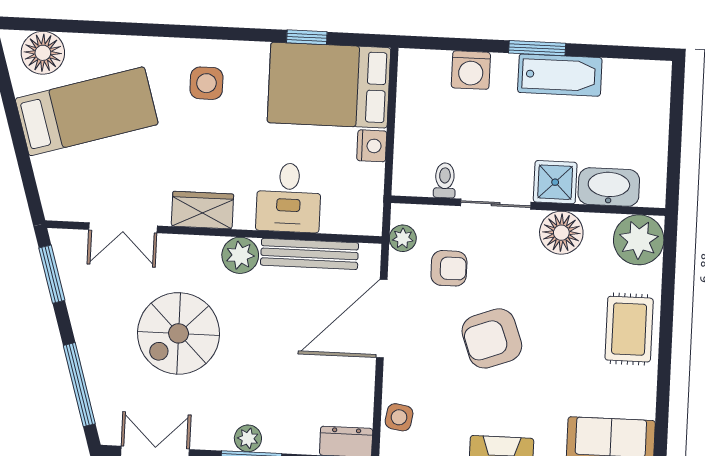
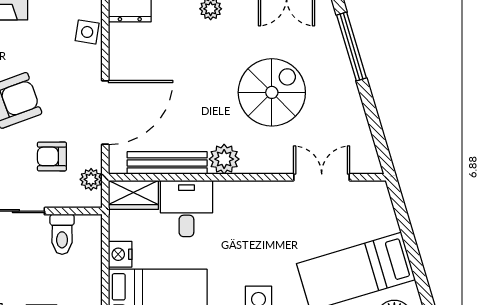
toilet: (445, 180) -> (62, 234), width x1.37, depth x1.39
wardrobe: (202, 210) -> (133, 195), moved
window: (52, 274) -> (378, 136), removed

